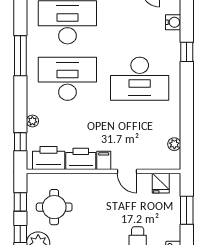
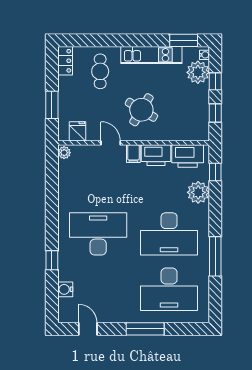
plant: (32, 121) -> (198, 192), width x1.88, depth x1.88
plant: (174, 144) -> (64, 153), moved
round table: (54, 207) -> (141, 110), moved, turned 31

